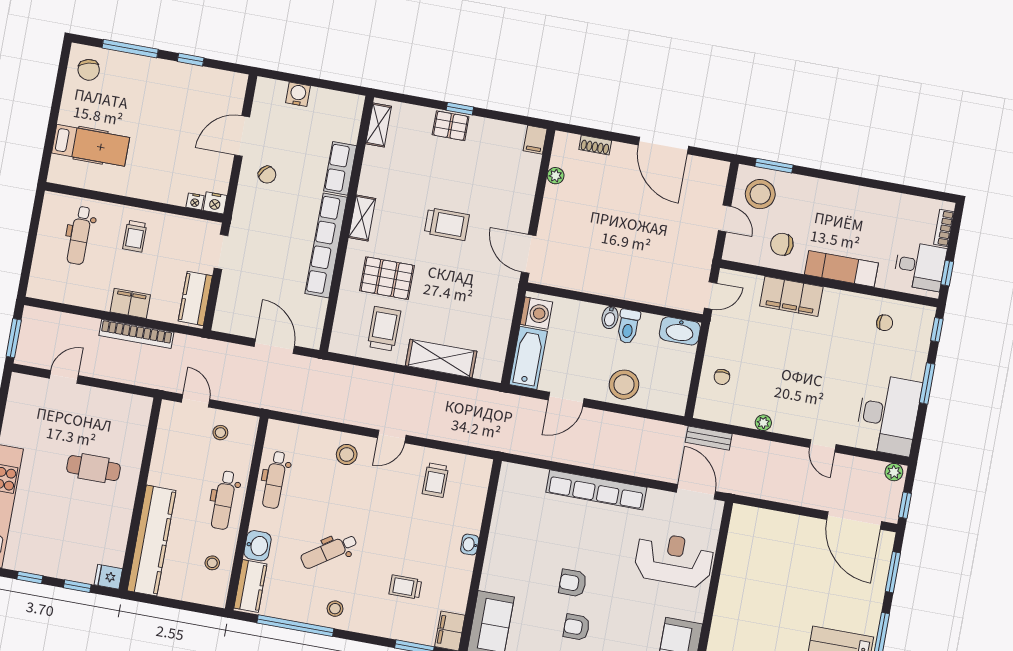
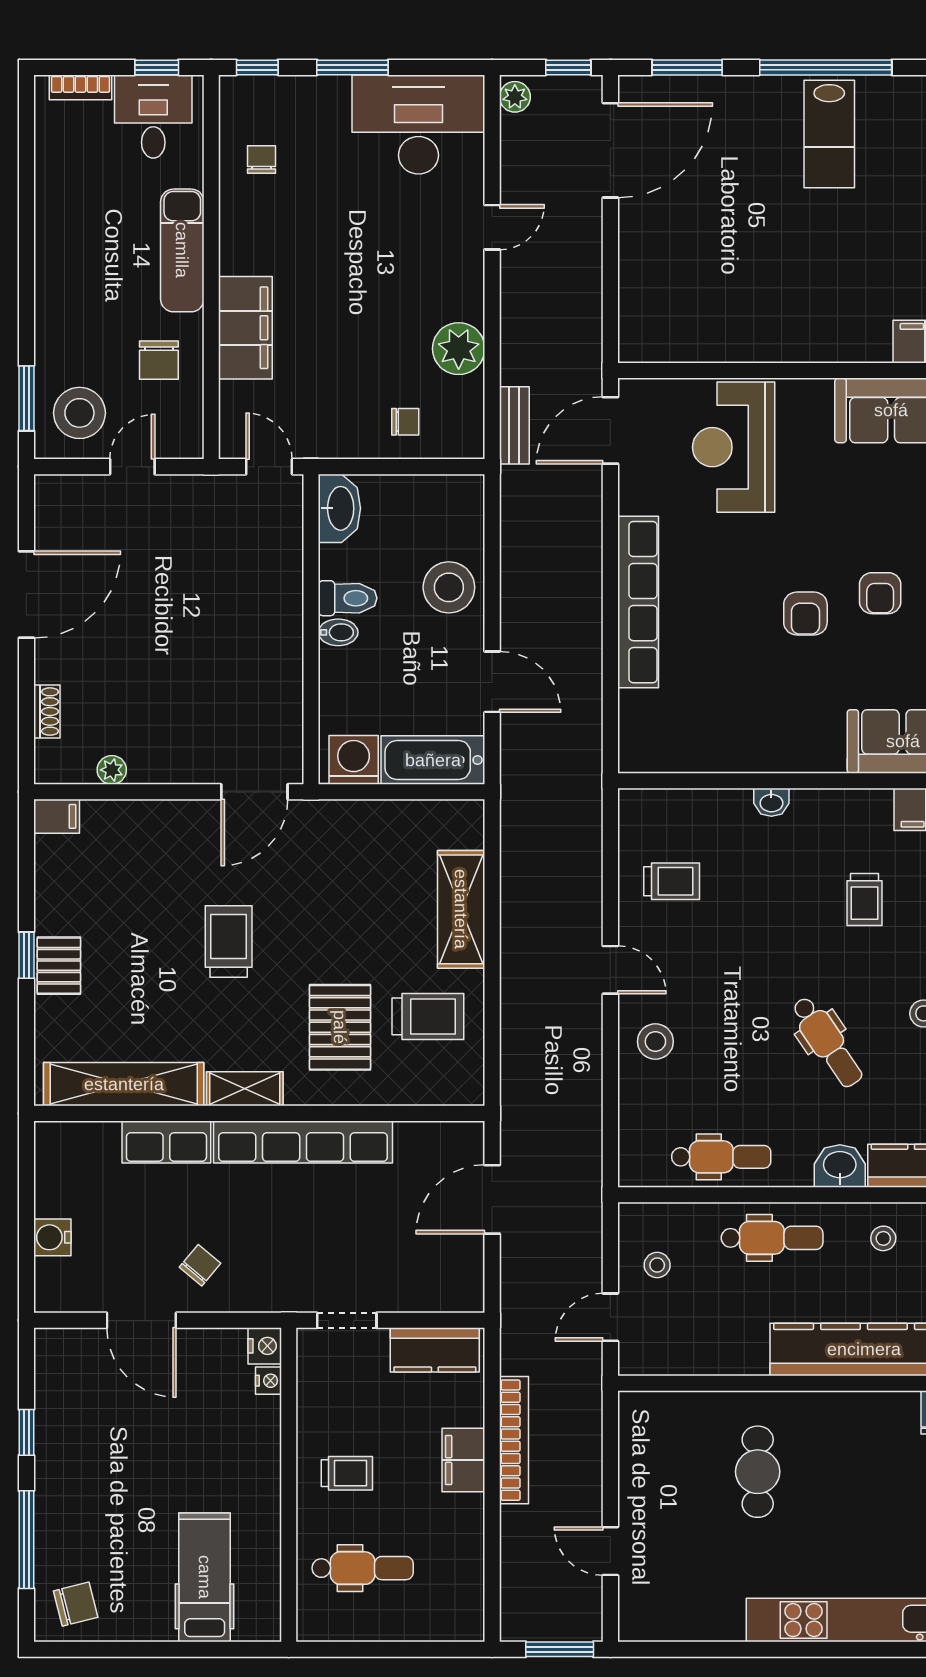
shelving: (379, 125) -> (124, 1084), width x2.20, depth x1.33
trolley: (384, 329) -> (428, 1016), turned 180
plant: (763, 423) -> (459, 349), width x1.87, depth x1.87

